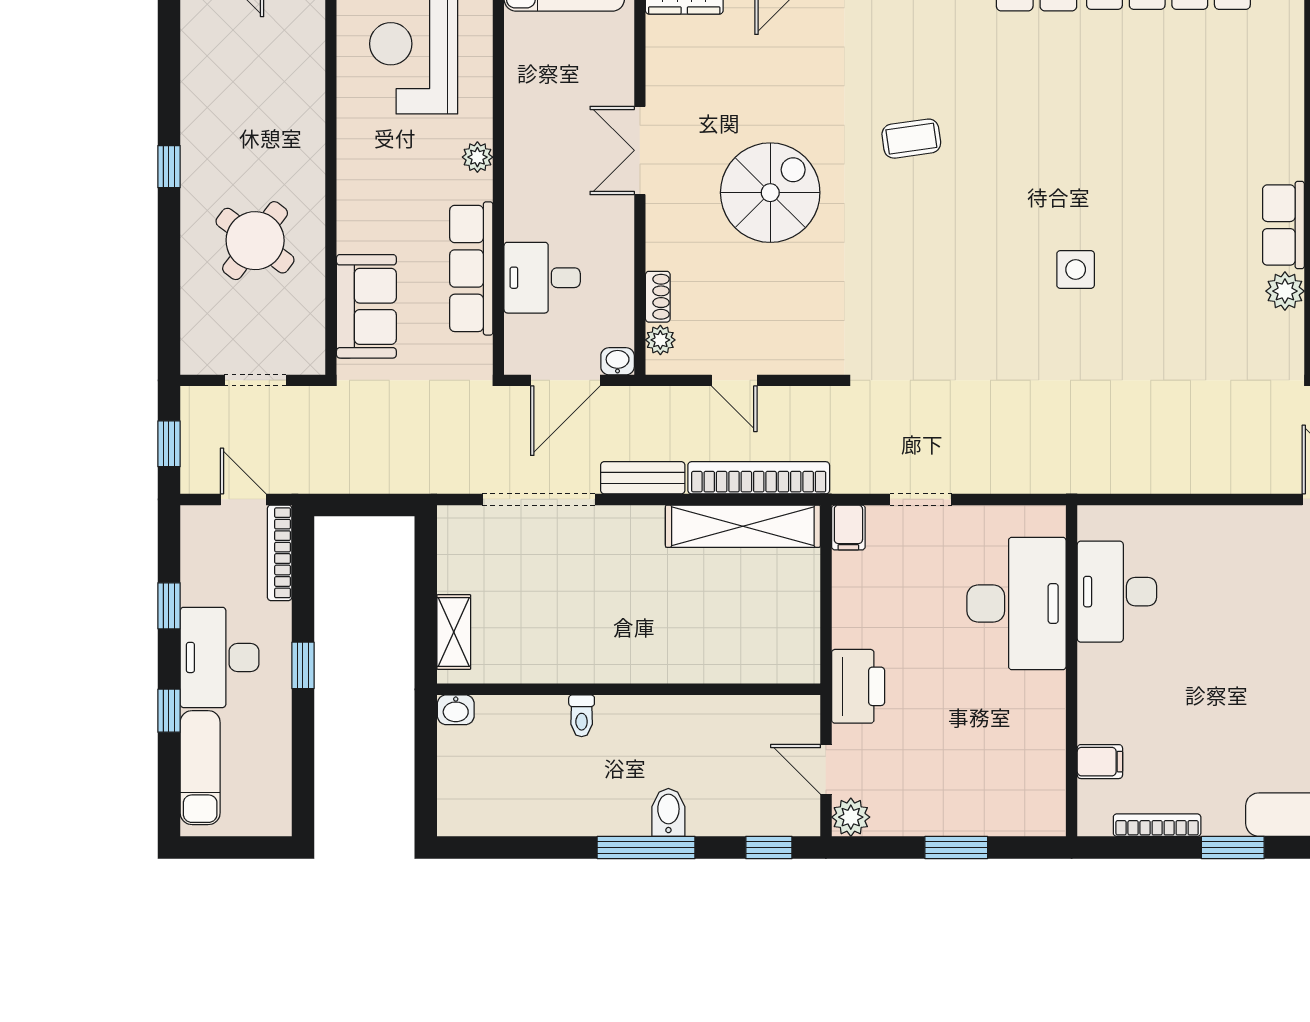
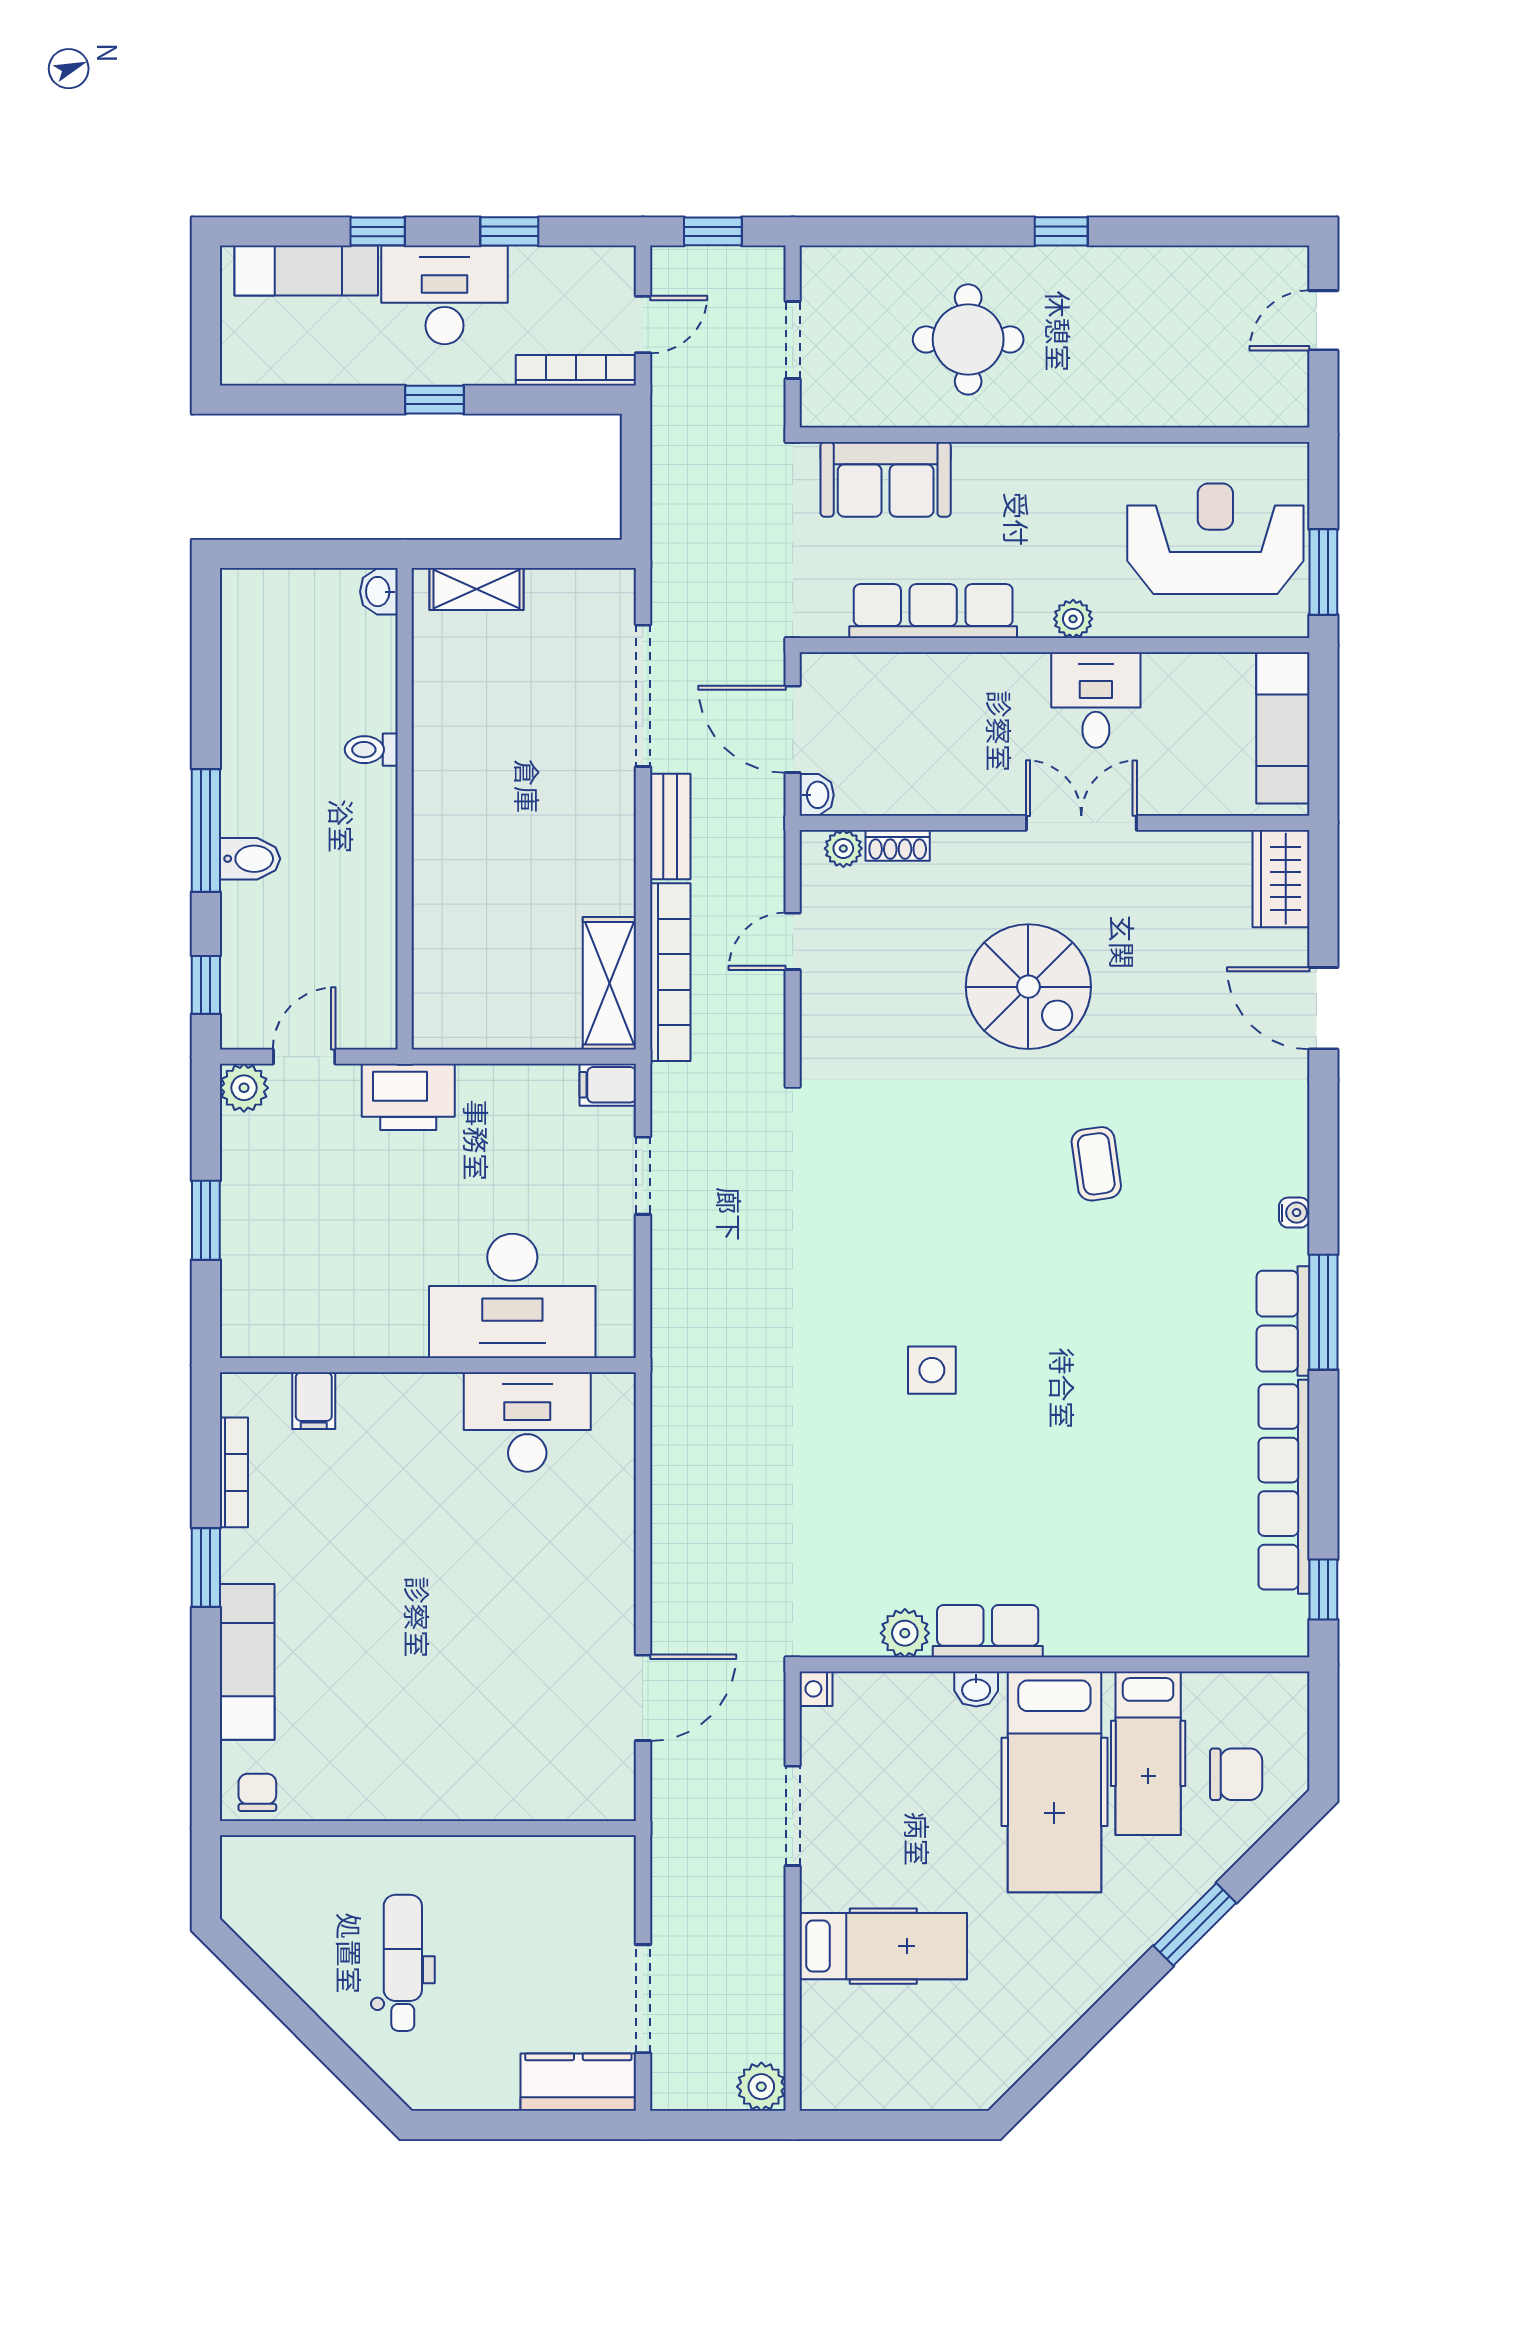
round table: (255, 241) -> (968, 339), turned -37
desk: (542, 278) -> (1096, 700), moved
shelving: (743, 526) -> (609, 983), width x0.68

